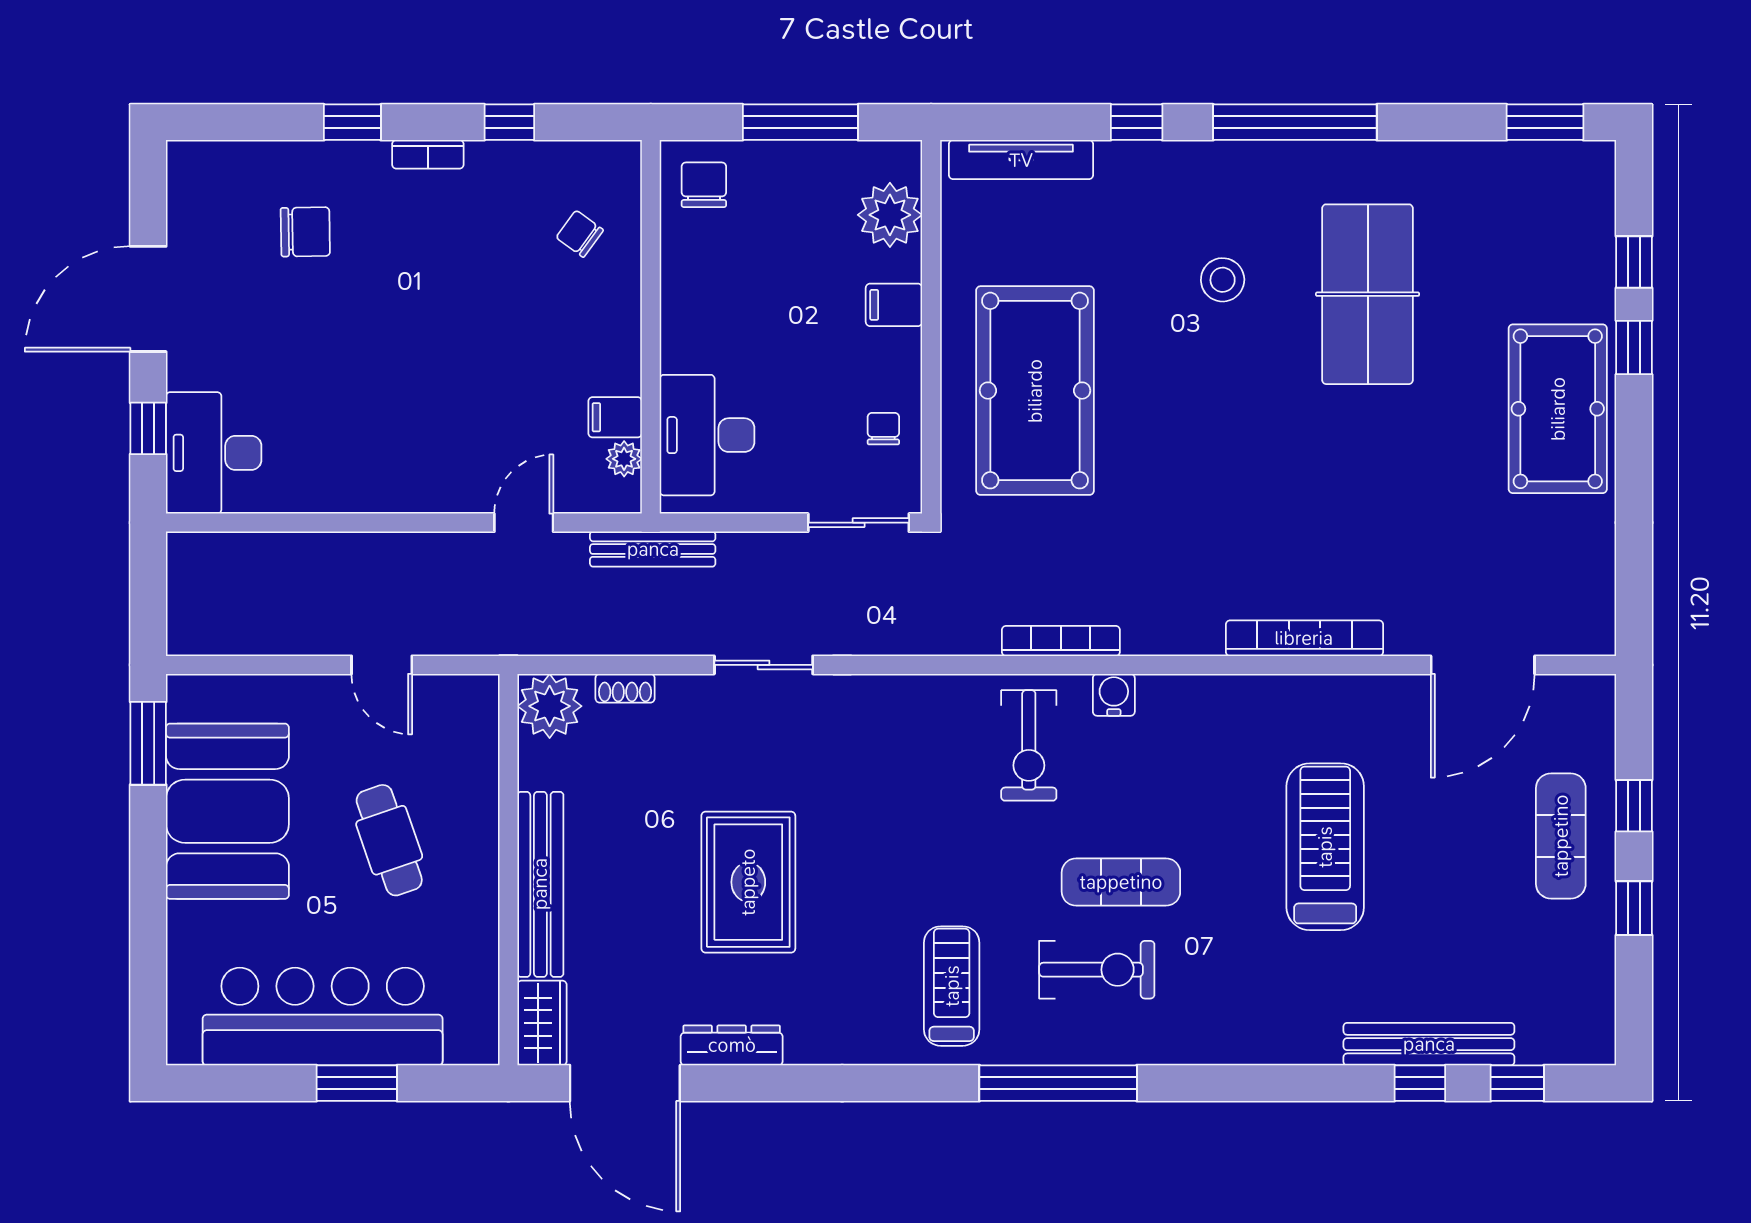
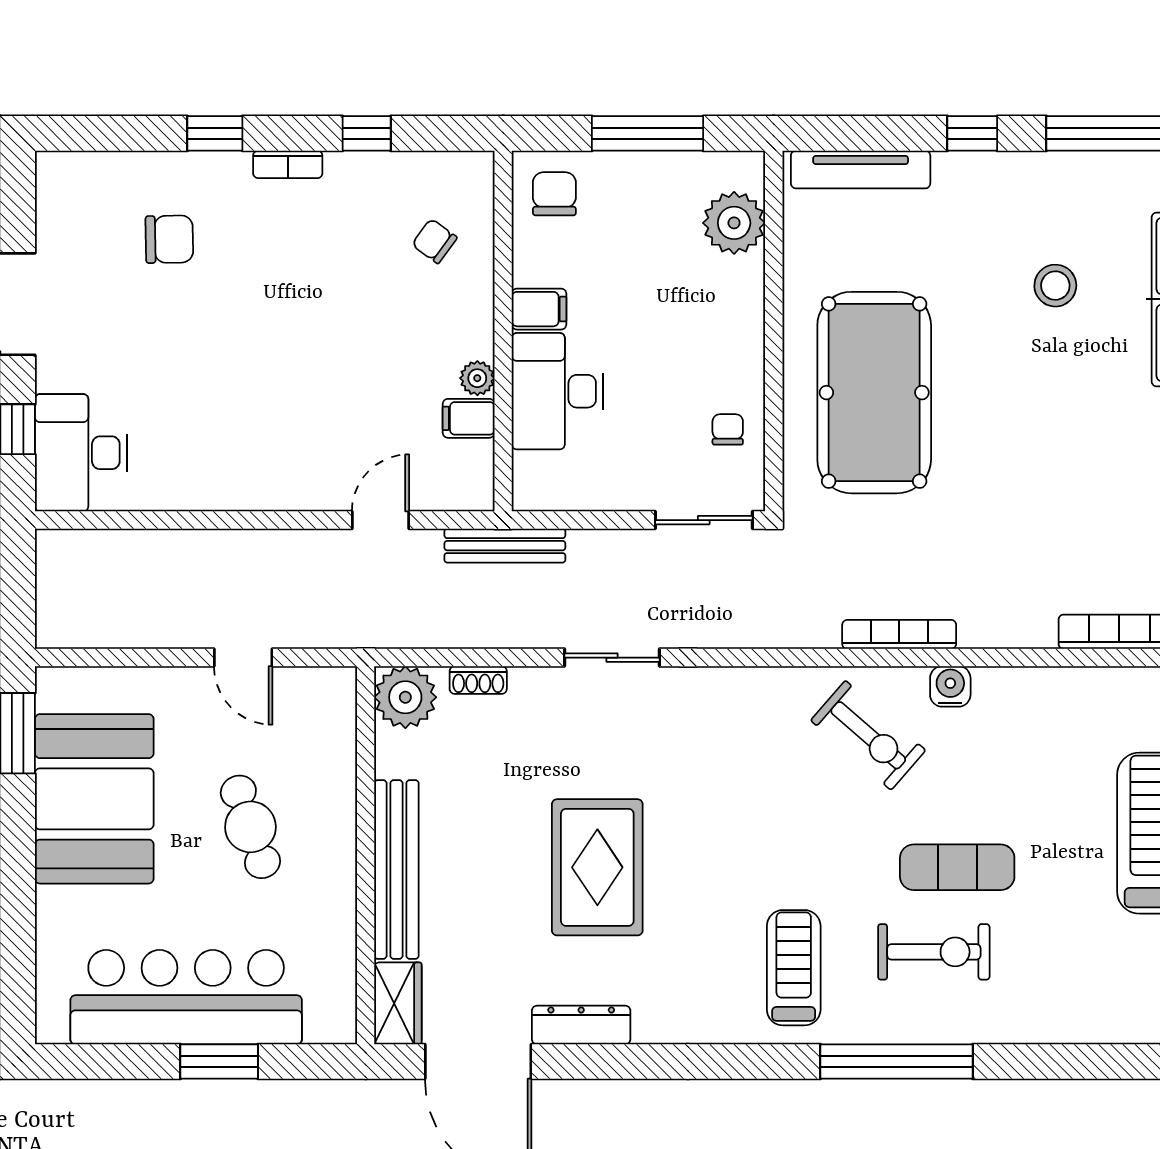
filing cabinet: (894, 305) -> (539, 309), moved, turned 180
desk: (707, 435) -> (557, 391), moved
plant: (624, 459) -> (477, 378), moved
exercise bike: (1029, 745) -> (868, 735), turned -49

